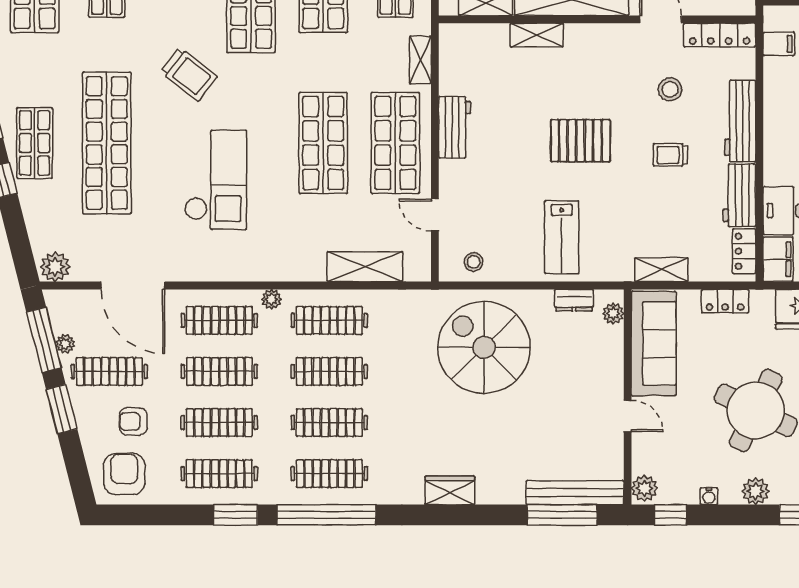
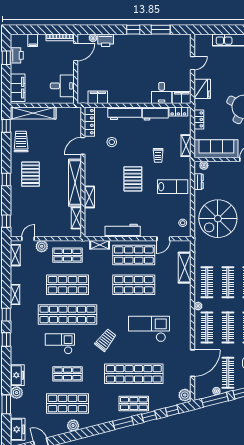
filing cabinet: (779, 44) -> (98, 97), width x2.00
workbench: (455, 127) -> (123, 231), width x1.38
trolley: (670, 155) -> (158, 155), moved
window: (17, 236) -> (172, 411), added

